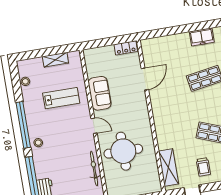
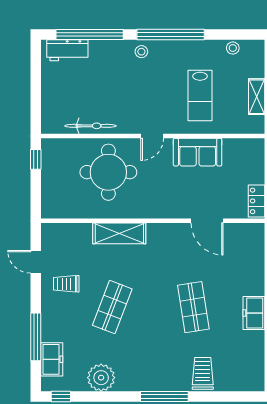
shelving: (168, 167) -> (119, 233), moved

